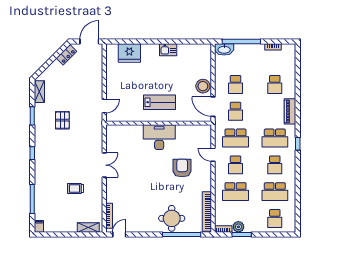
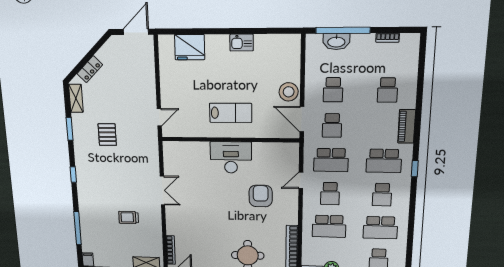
washbasin: (224, 49) -> (336, 42), moved
locker: (67, 55) -> (90, 69), moved
door: (213, 155) -> (301, 181), hinge flipped

